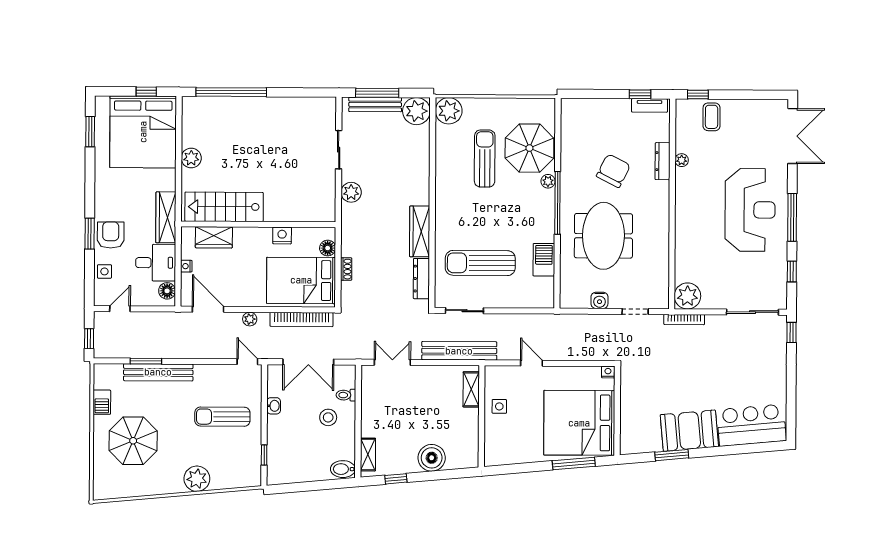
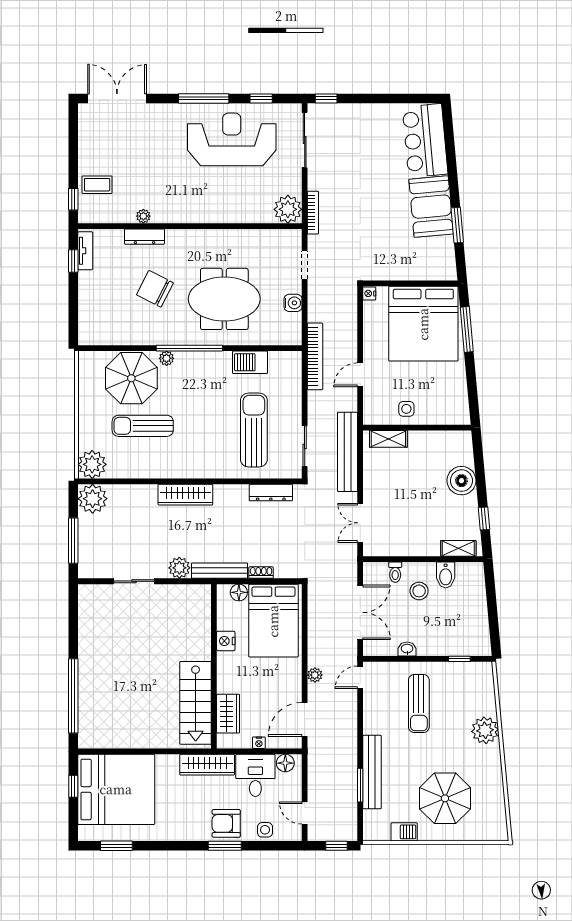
bench: (375, 104) -> (220, 571), moved, turned 90
plant: (191, 158) -> (144, 738), removed
reception desk: (750, 210) -> (232, 139), moved
wardrobe: (420, 231) -> (185, 495), moved
sun lounger: (480, 263) -> (254, 430), turned 180
bookcase: (301, 319) -> (315, 356), moved
bidet: (343, 469) -> (446, 575), moved

